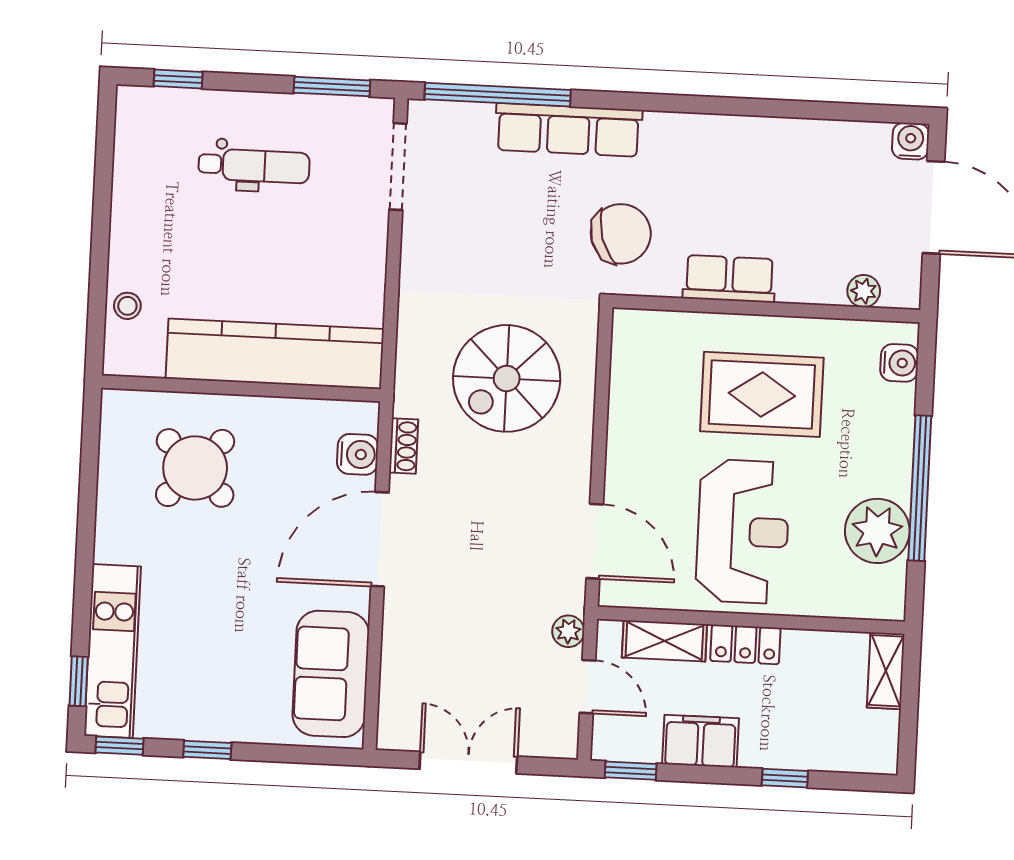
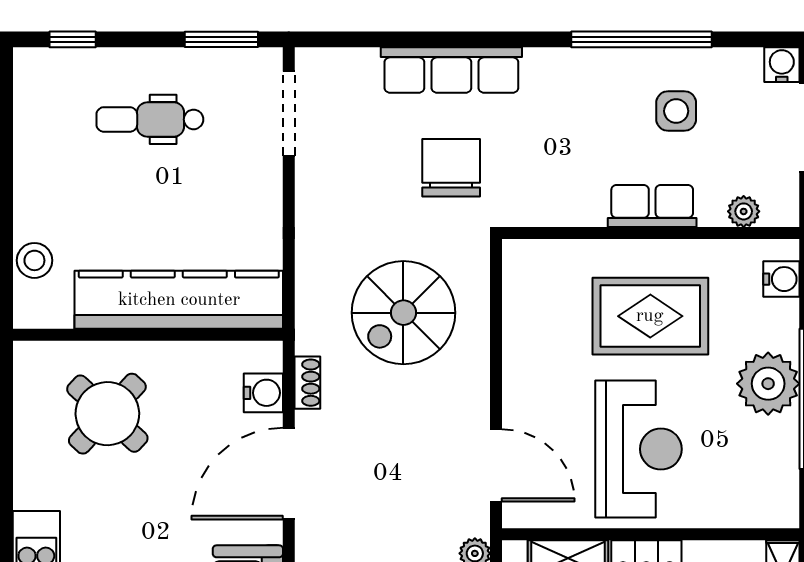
window: (498, 95) -> (642, 39), moved
dental chair: (254, 166) -> (150, 119), turned 180
side table: (799, 184) -> (676, 111), added
chair: (621, 234) -> (451, 168), moved, turned -73
row of seats: (729, 279) -> (652, 206), moved
stool: (127, 306) -> (34, 260), width x1.37, depth x1.37
plant: (877, 531) -> (768, 384), moved

